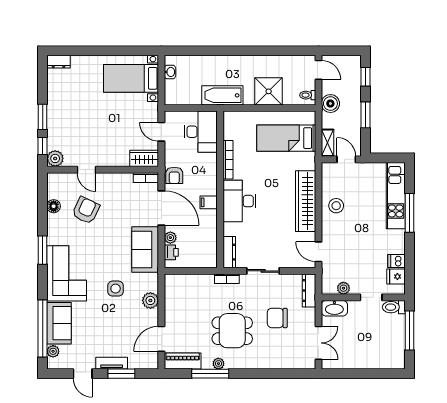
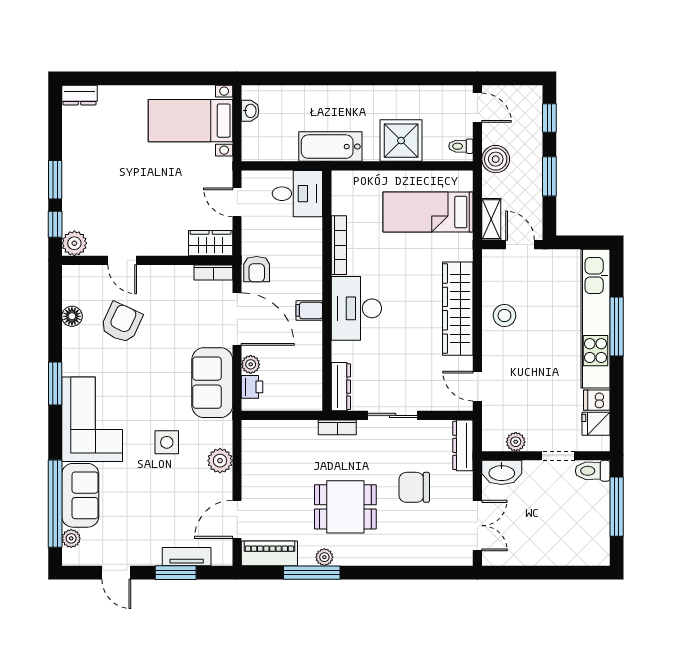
desk: (201, 132) -> (297, 194), width x0.73
kitchen unit: (396, 196) -> (596, 319), width x1.36
tv unit: (112, 363) -> (187, 557), moved

